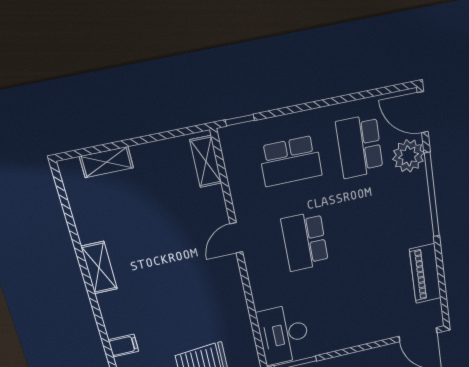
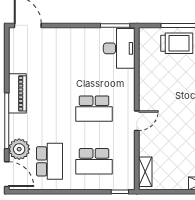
school desk: (290, 161) -> (94, 161), turned 180
school desk: (305, 241) -> (94, 109), turned 90
piano: (425, 274) -> (17, 93), moved

